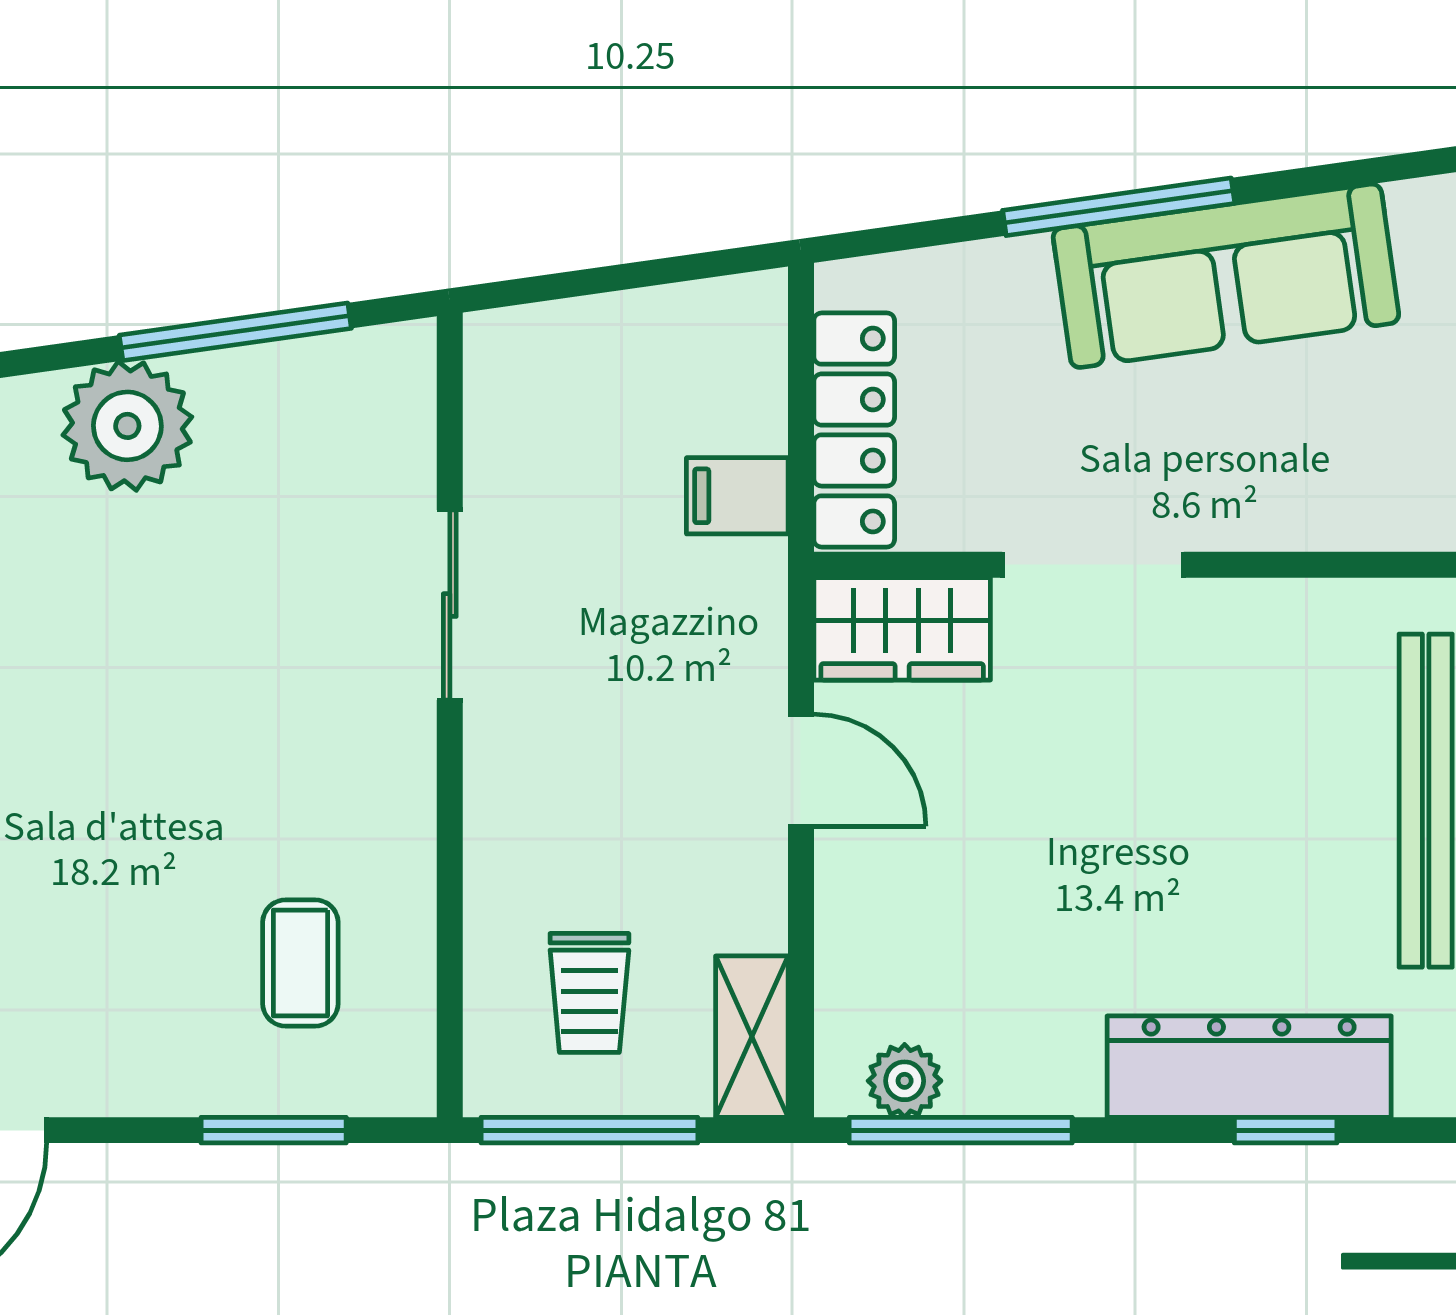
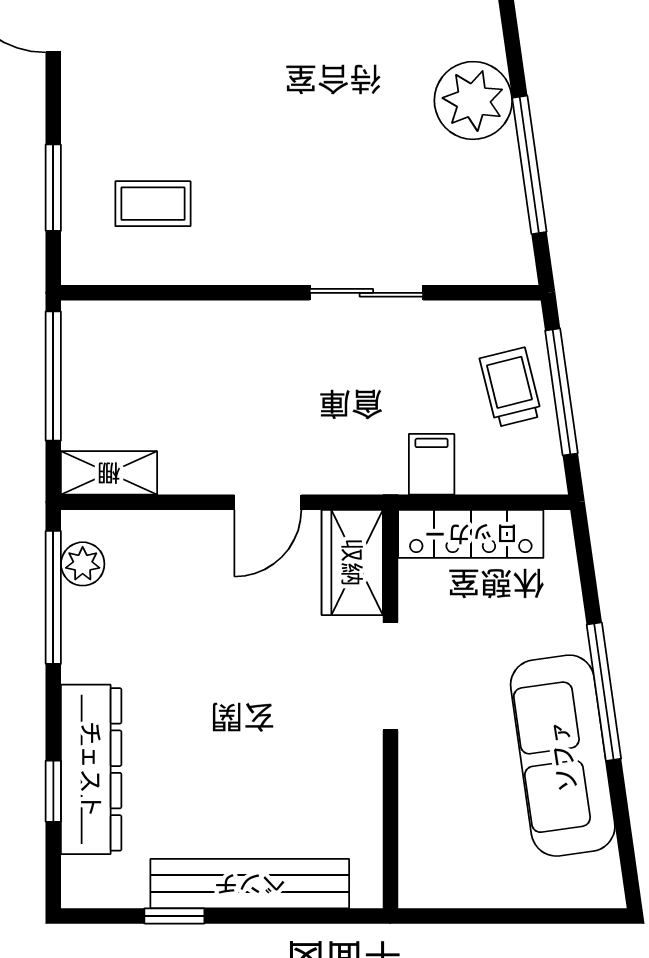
window: (616, 278) -> (561, 392), added
trolley: (589, 993) -> (511, 387), moved, turned 76

